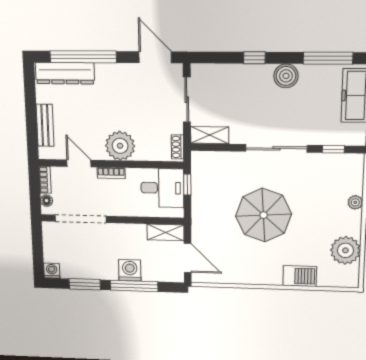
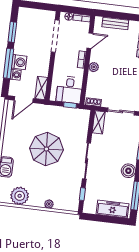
plant: (120, 146) -> (94, 67), width x0.53, depth x0.53
washing machine: (52, 271) -> (16, 75), moved

